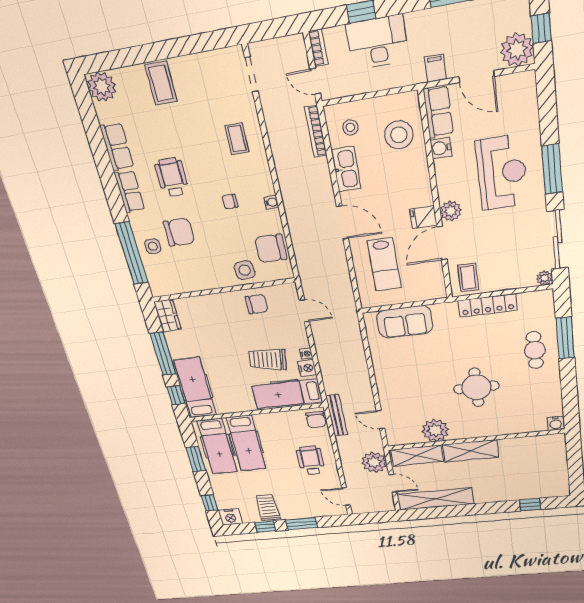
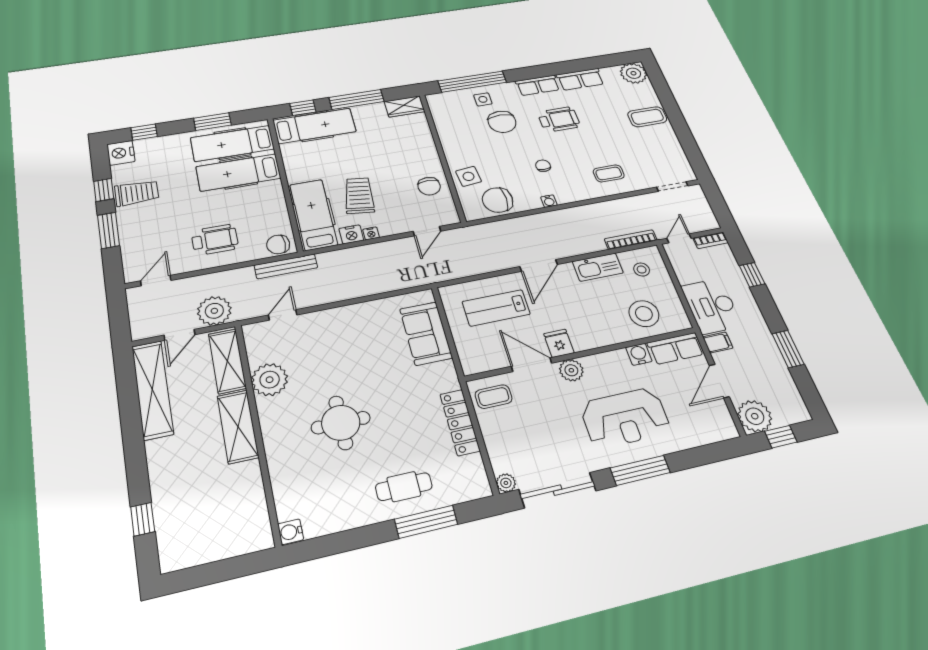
desk: (377, 42) -> (711, 306), moved, turned 180
chair: (271, 248) -> (497, 200), turned -90

